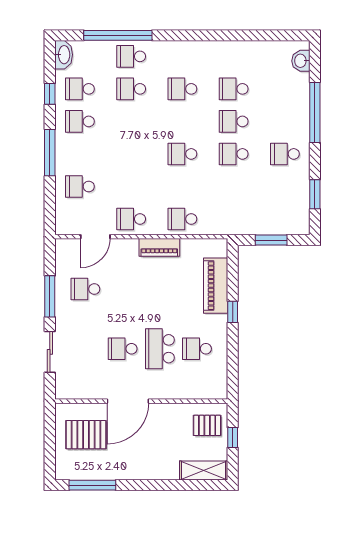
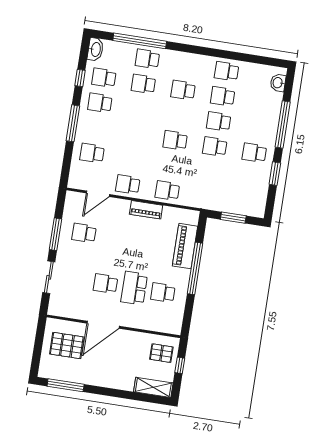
school desk: (234, 56) -> (227, 71), added
window: (315, 194) -> (275, 174), moved
window: (233, 312) -> (195, 268), width x3.17

